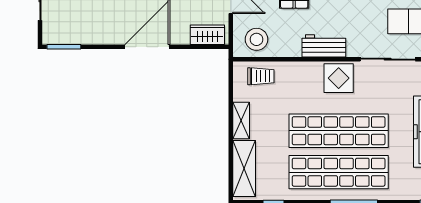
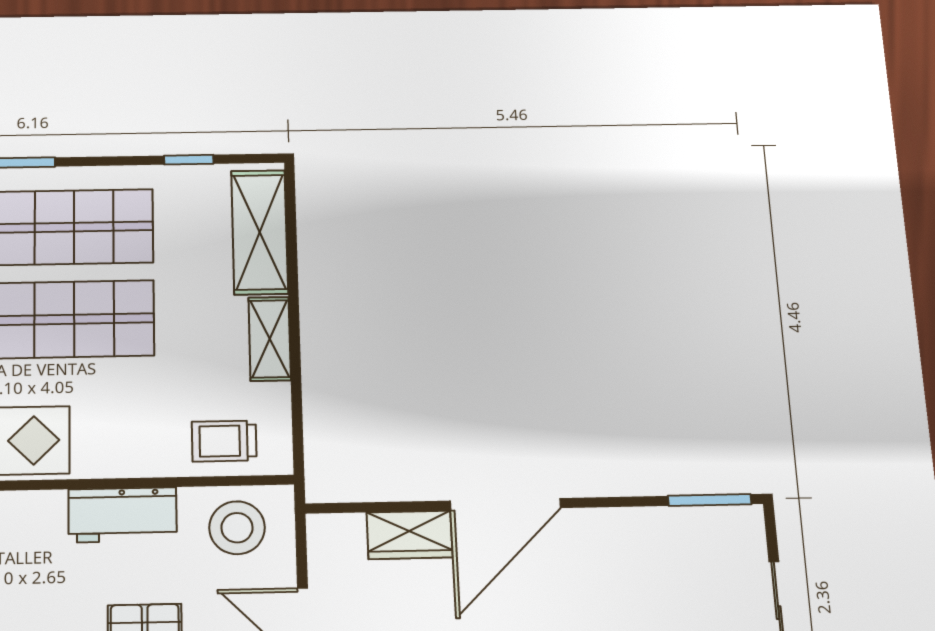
wardrobe: (207, 35) -> (410, 535), moved
workbench: (324, 46) -> (122, 515), moved

